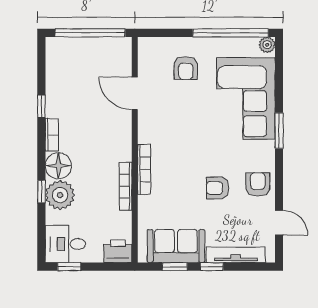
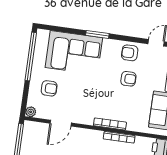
plant: (267, 45) -> (31, 112), moved
armchair: (218, 188) -> (128, 79), turned -90

